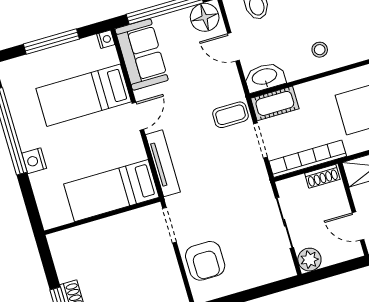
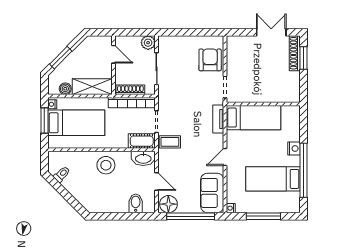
stool: (320, 50) -> (106, 165), width x1.89, depth x1.89
bed: (84, 95) -> (273, 179), moved, turned 180
tv unit: (163, 163) -> (218, 119), width x0.71
shoe rack: (322, 176) -> (130, 90), width x1.43

